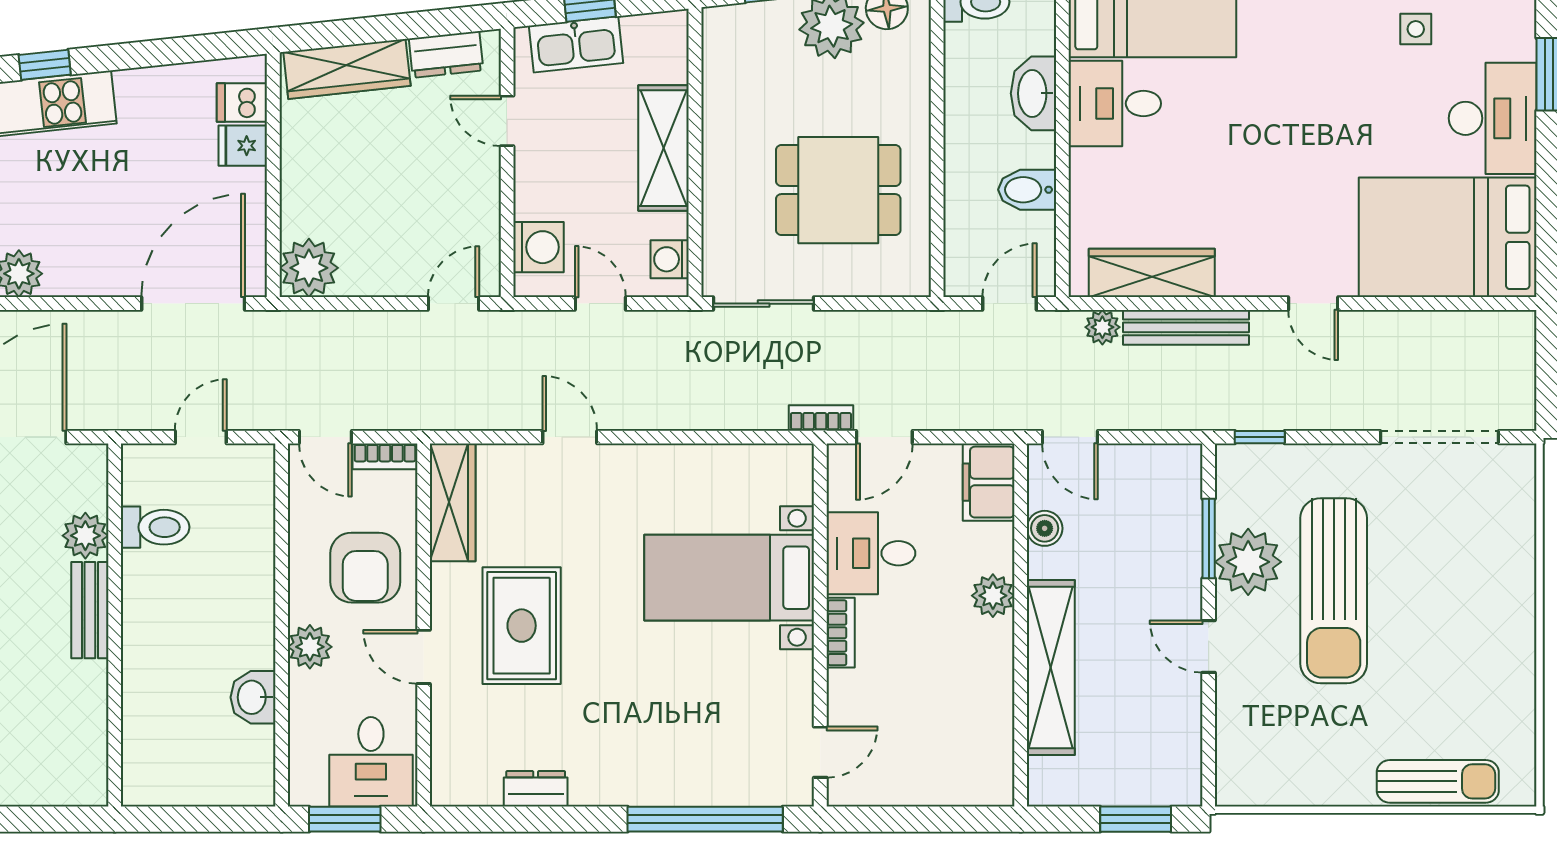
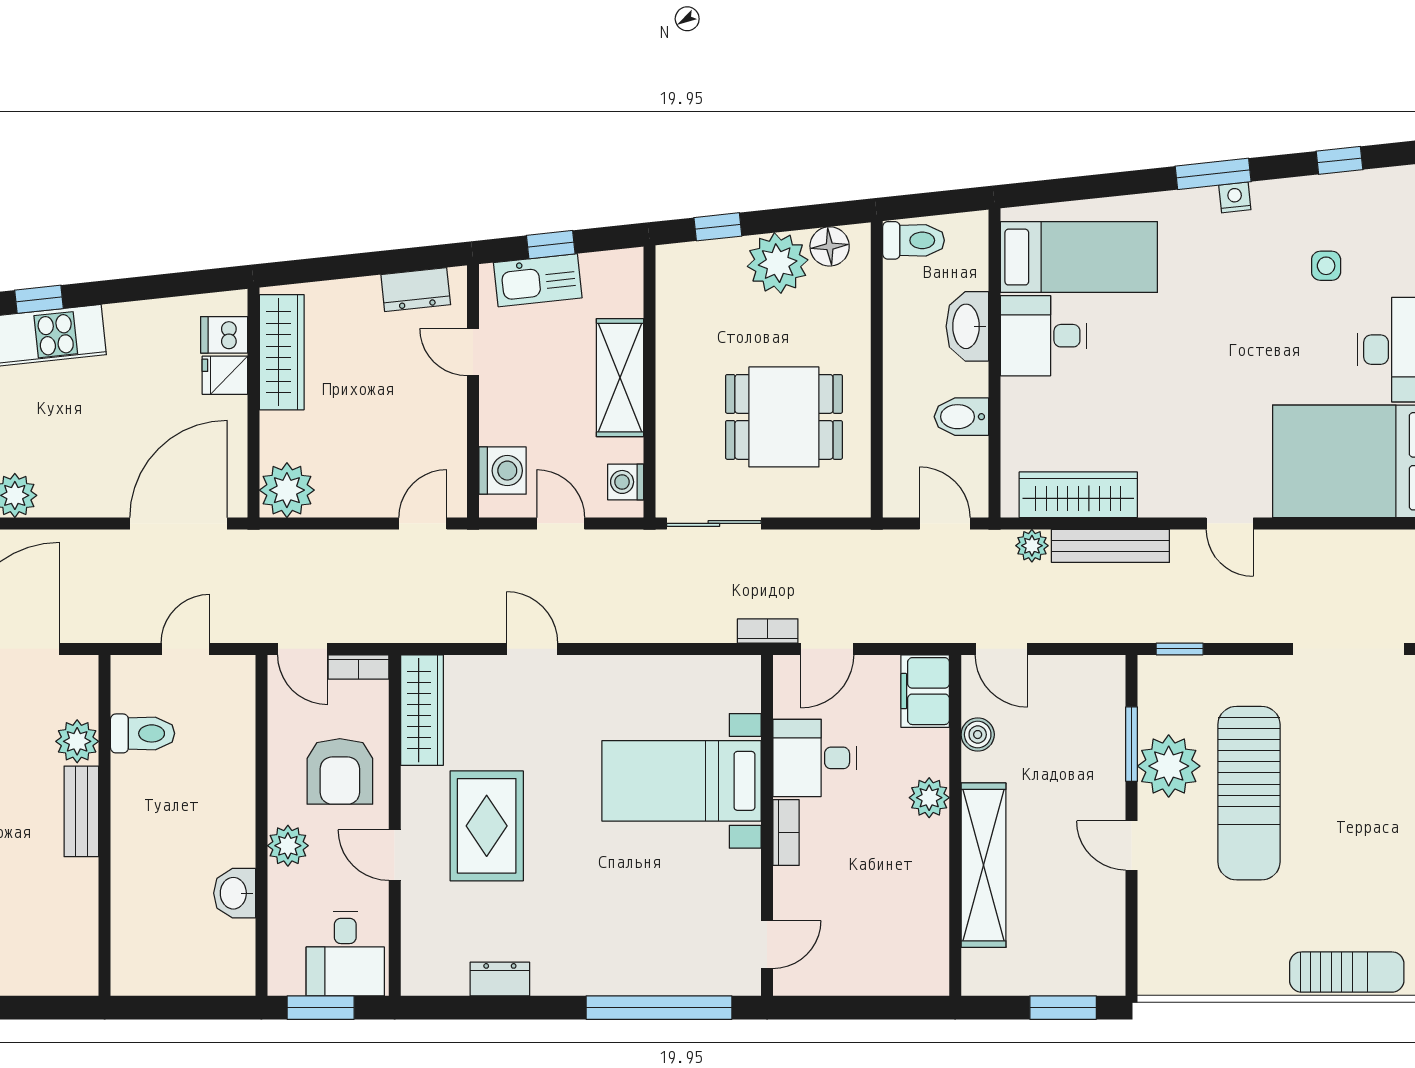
wardrobe: (347, 69) -> (282, 352), moved, turned -84
door: (1009, 304) -> (945, 523), hinge flipped

